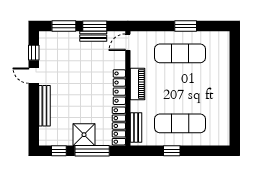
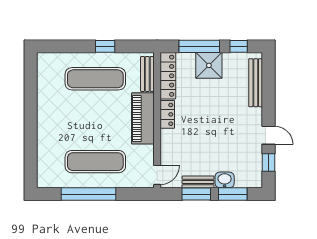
window: (186, 26) -> (89, 194), width x2.11
washbasin: (71, 38) -> (225, 180), added
piano: (137, 84) -> (143, 118), width x1.37, depth x1.33
locker: (119, 87) -> (167, 114), width x0.66
bench: (44, 106) -> (256, 83), moved

